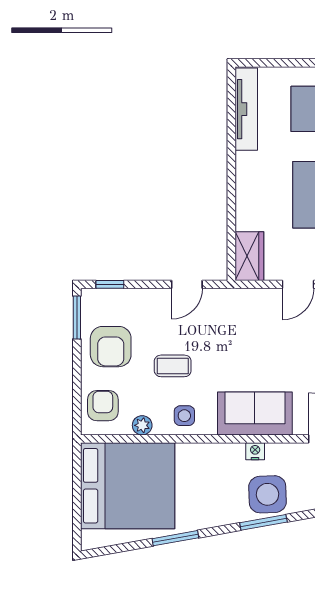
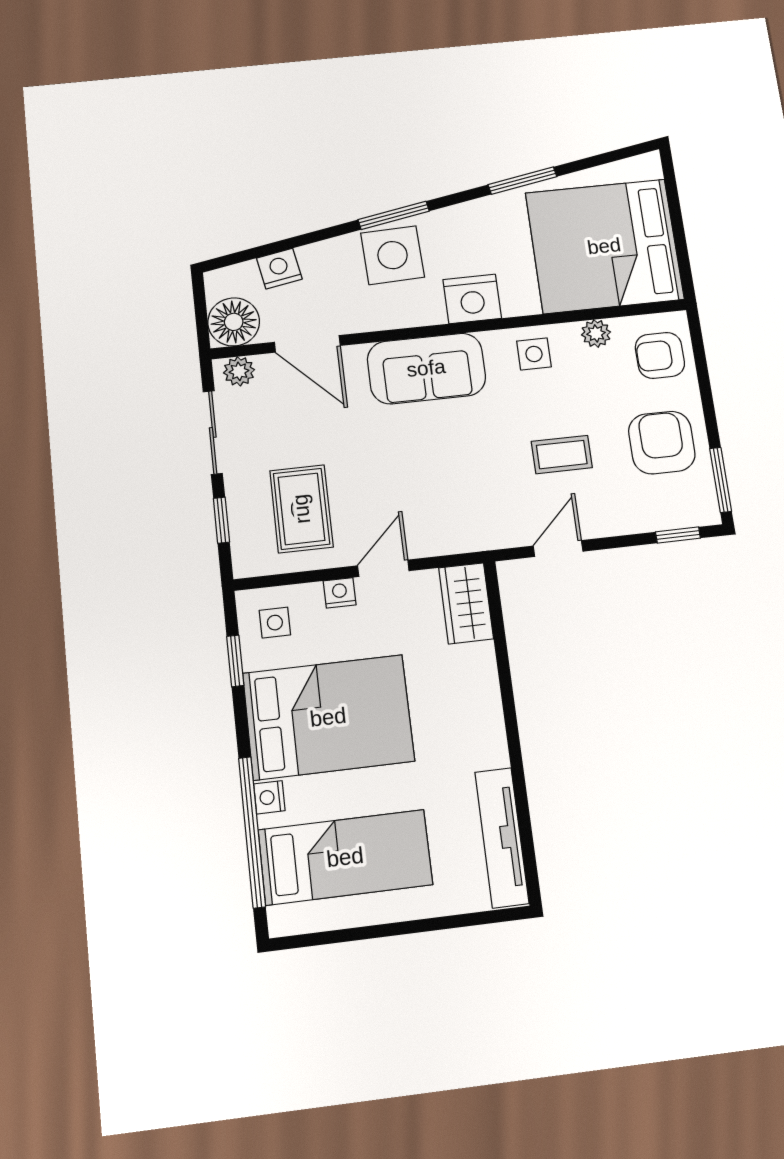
coffee table: (173, 366) -> (562, 454), moved
armchair: (103, 406) -> (660, 355), turned 90
nightstand: (255, 451) -> (472, 299), moved, width x1.89, depth x1.79

